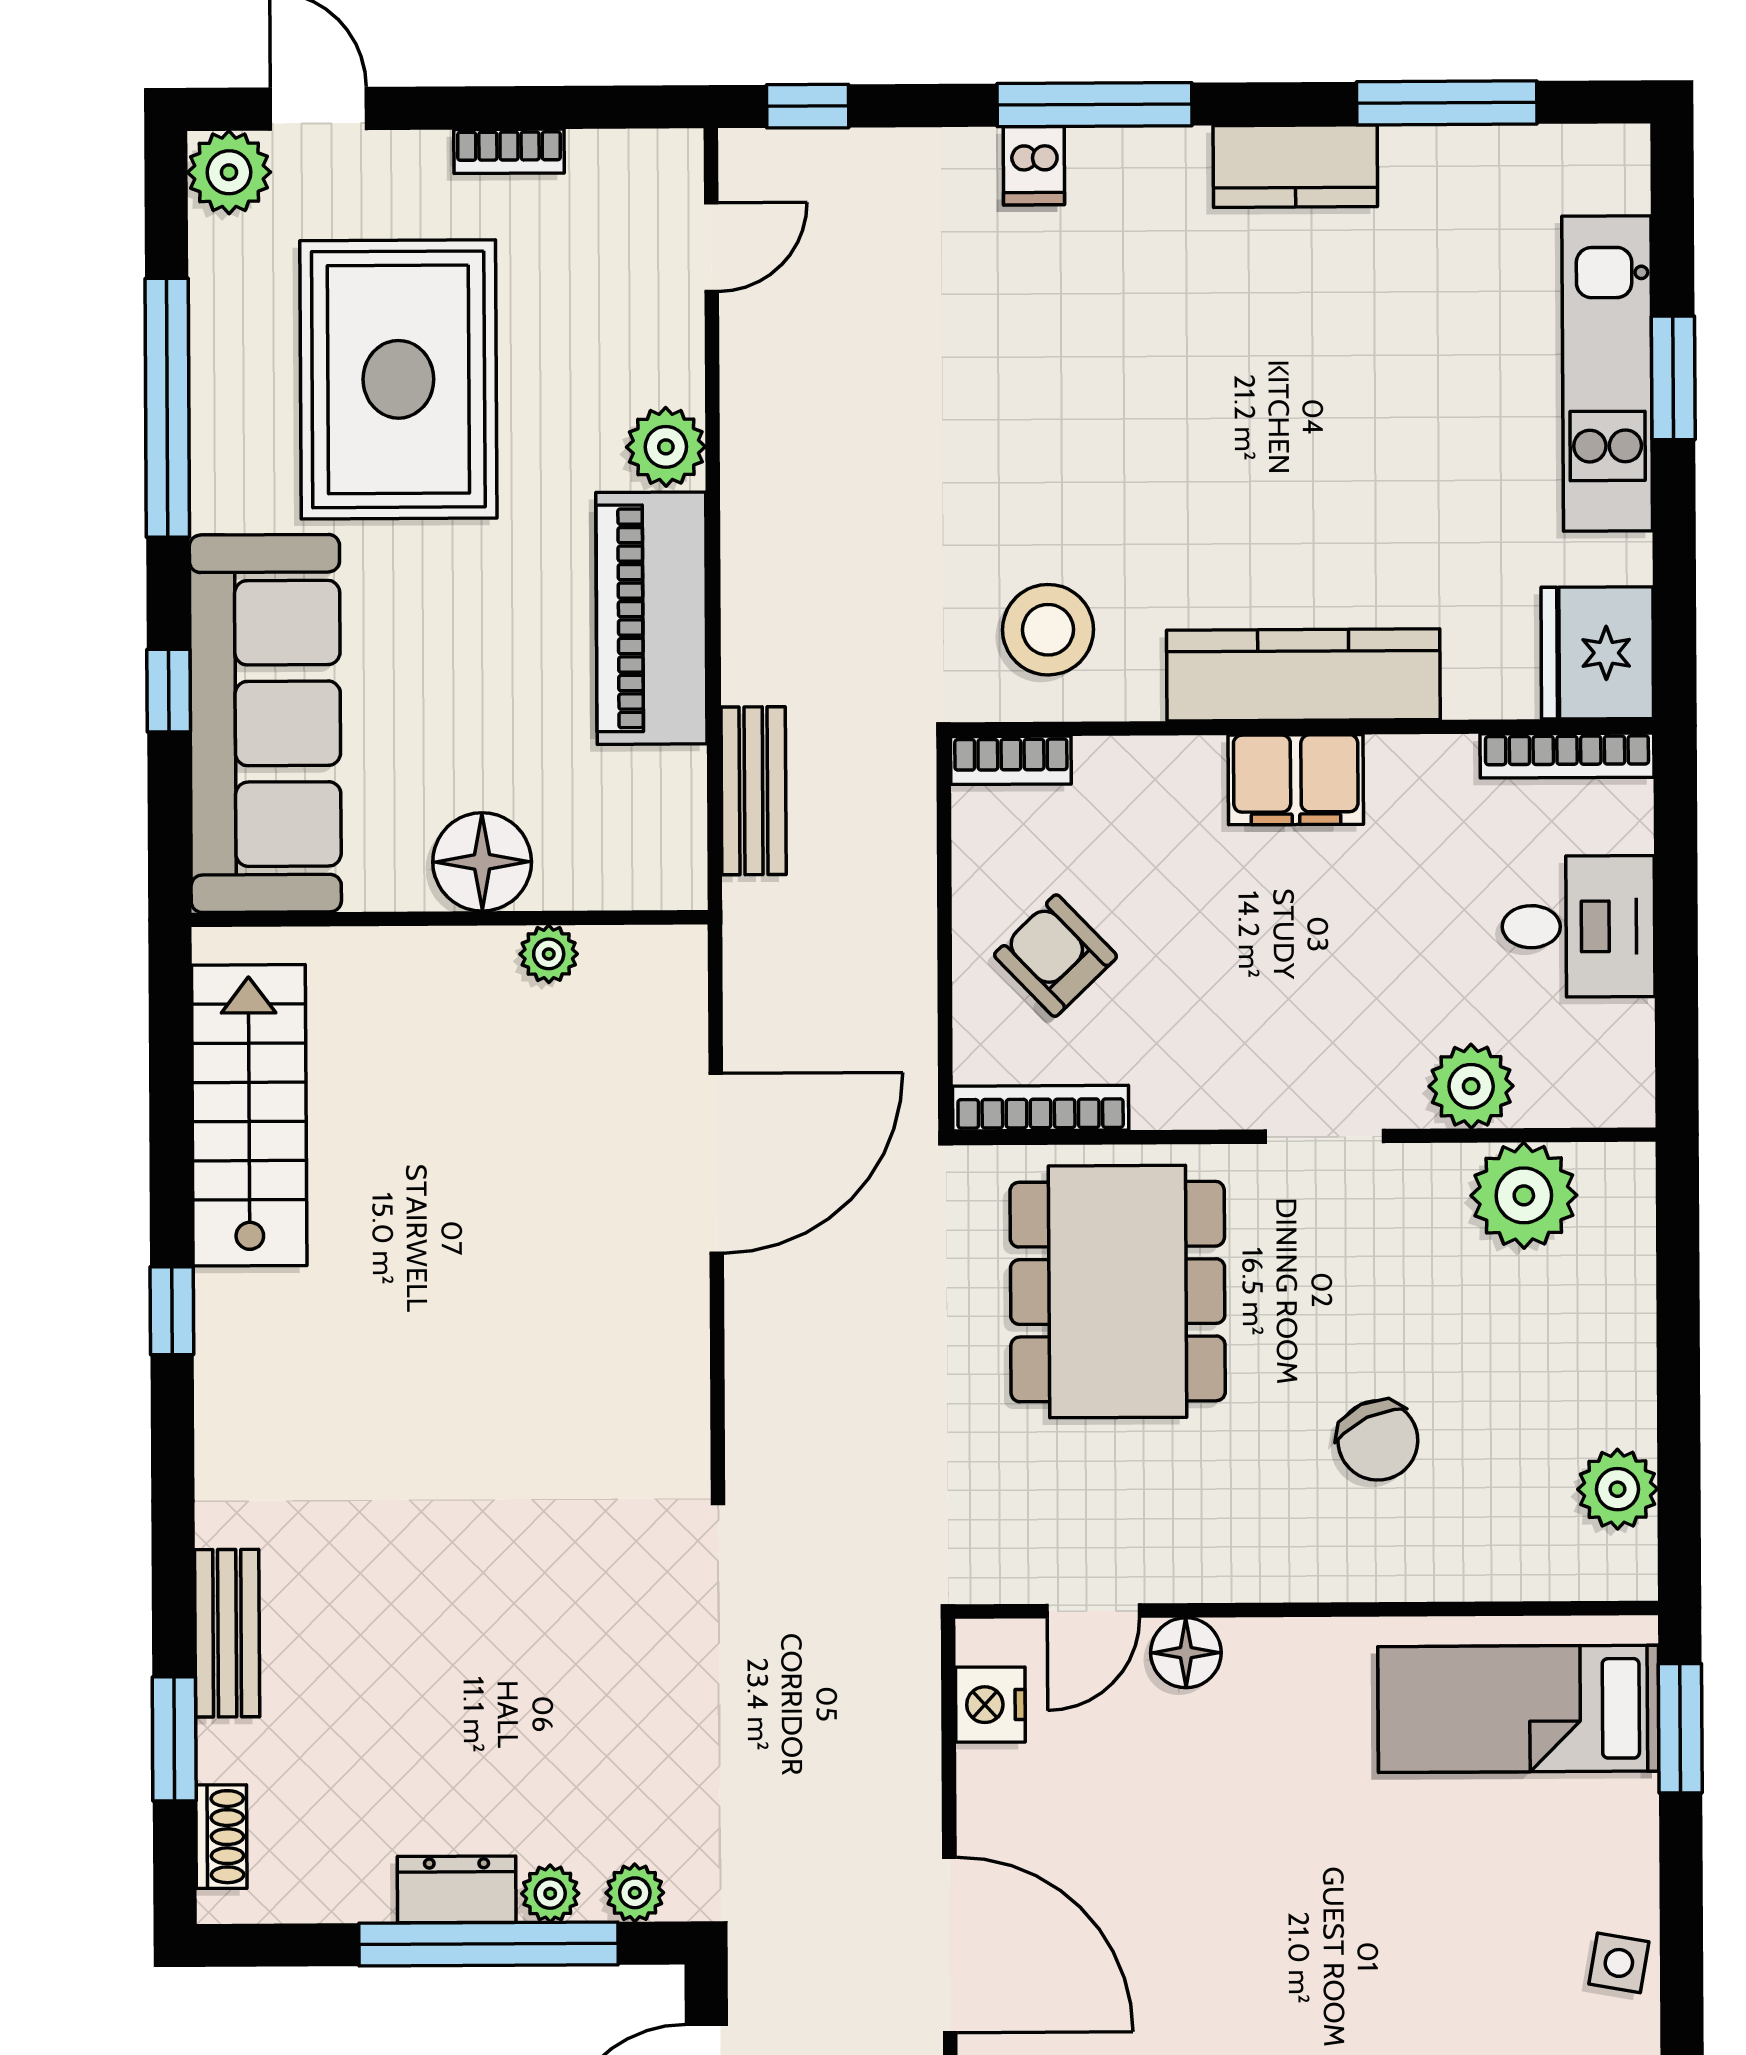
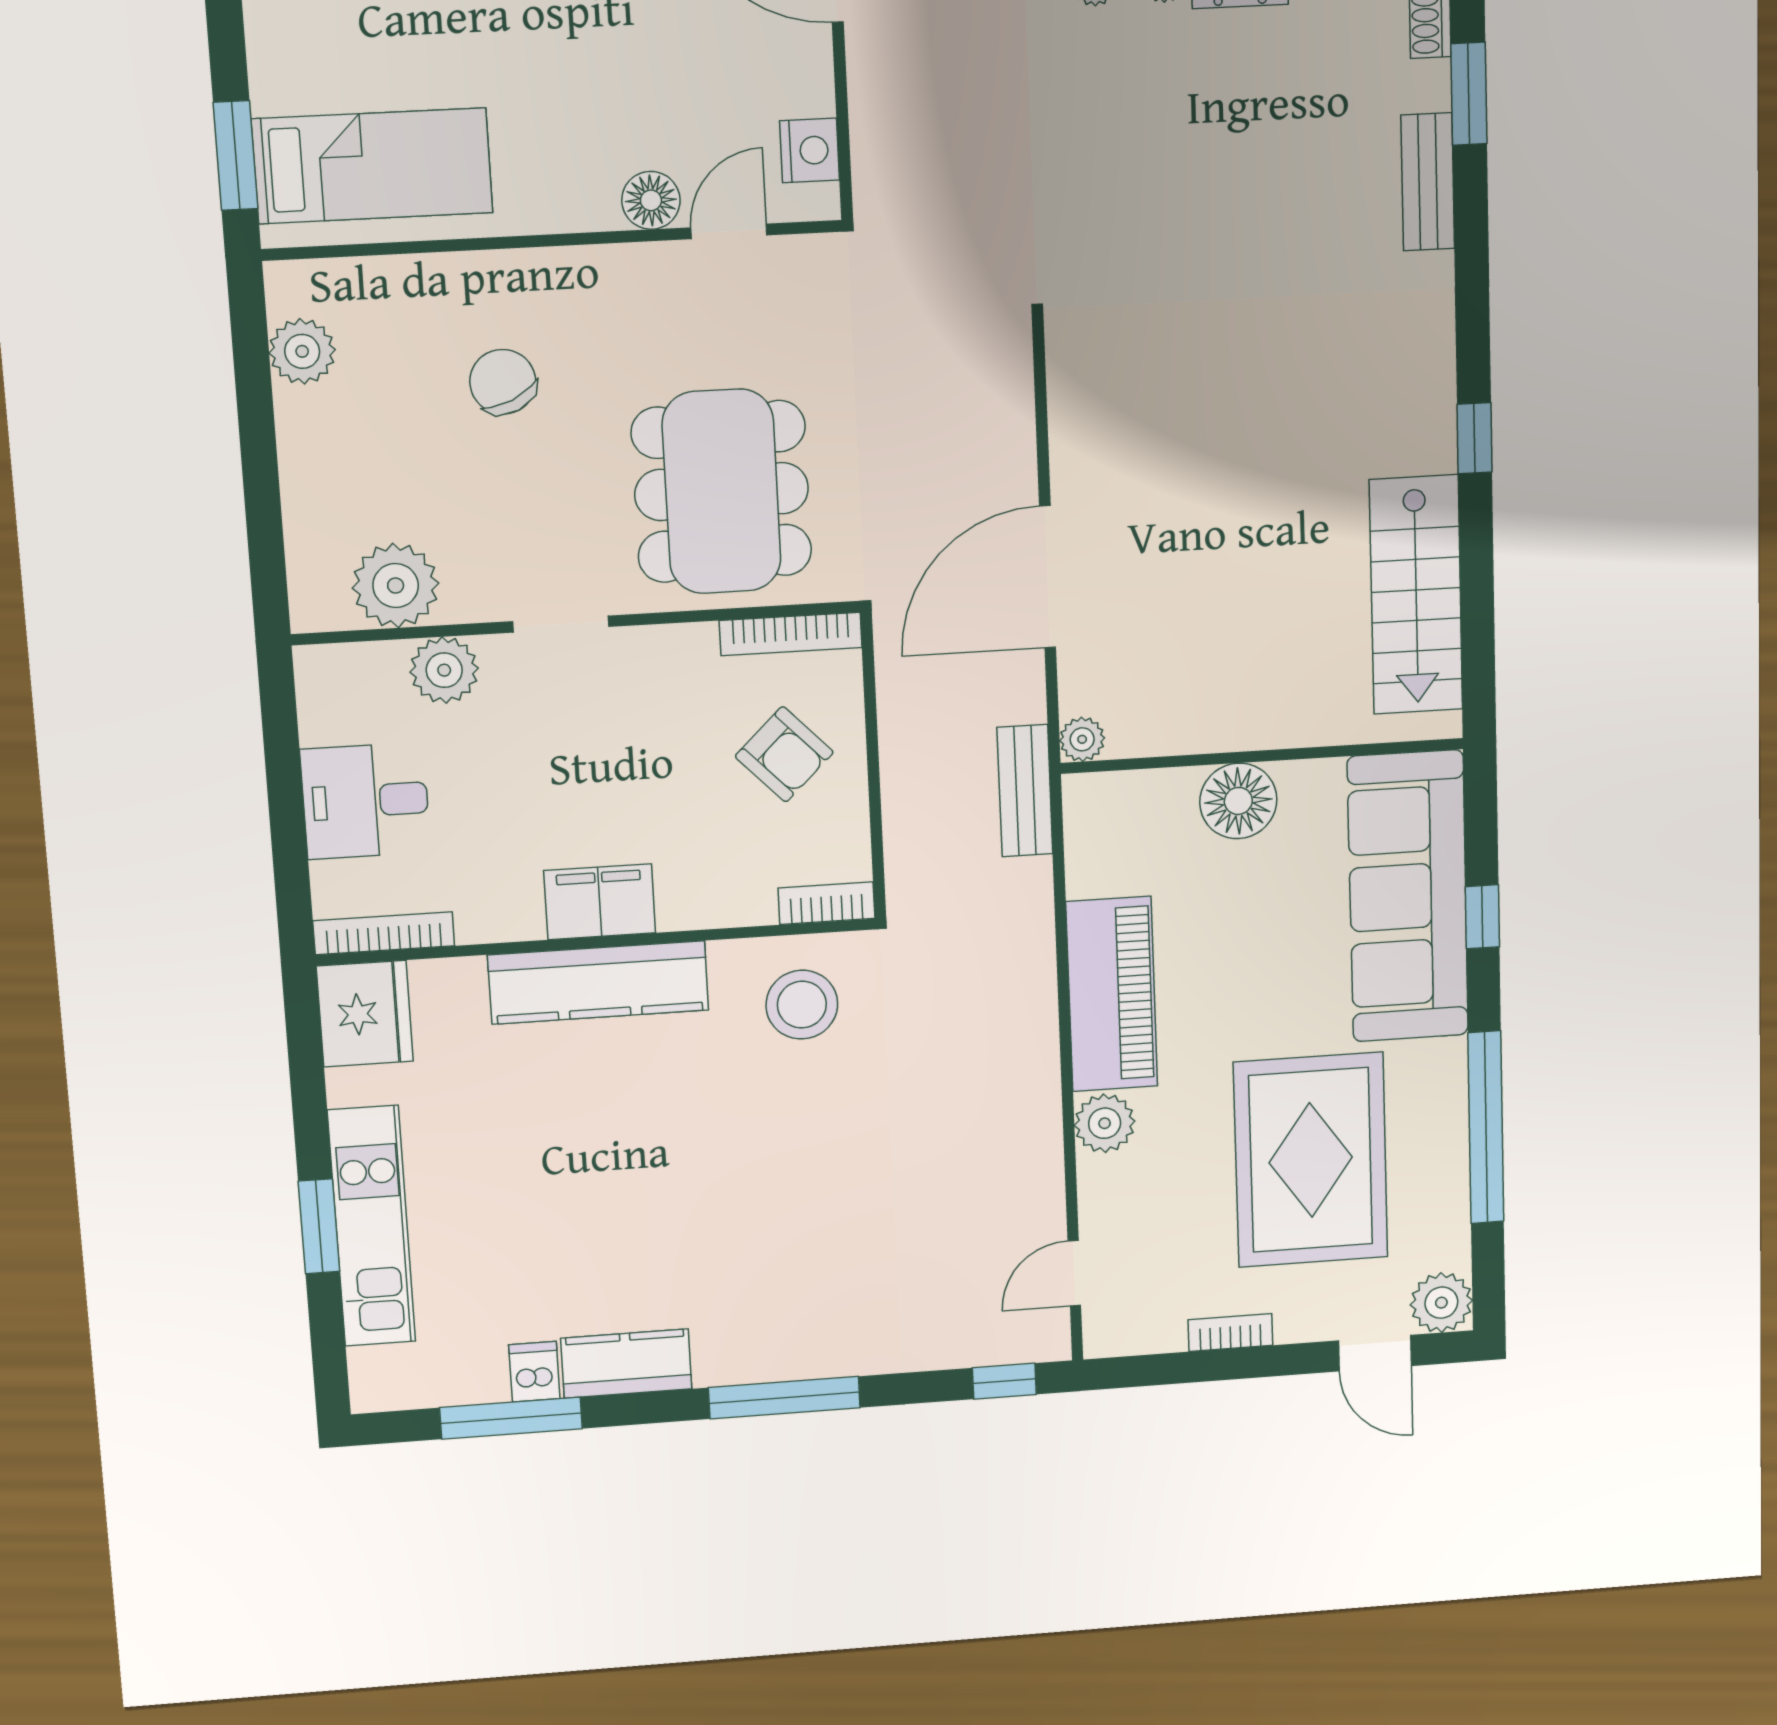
dishwasher: (1034, 166) -> (534, 1372), moved
bench: (754, 791) -> (1025, 791), moved
plant: (549, 954) -> (1082, 739), moved

